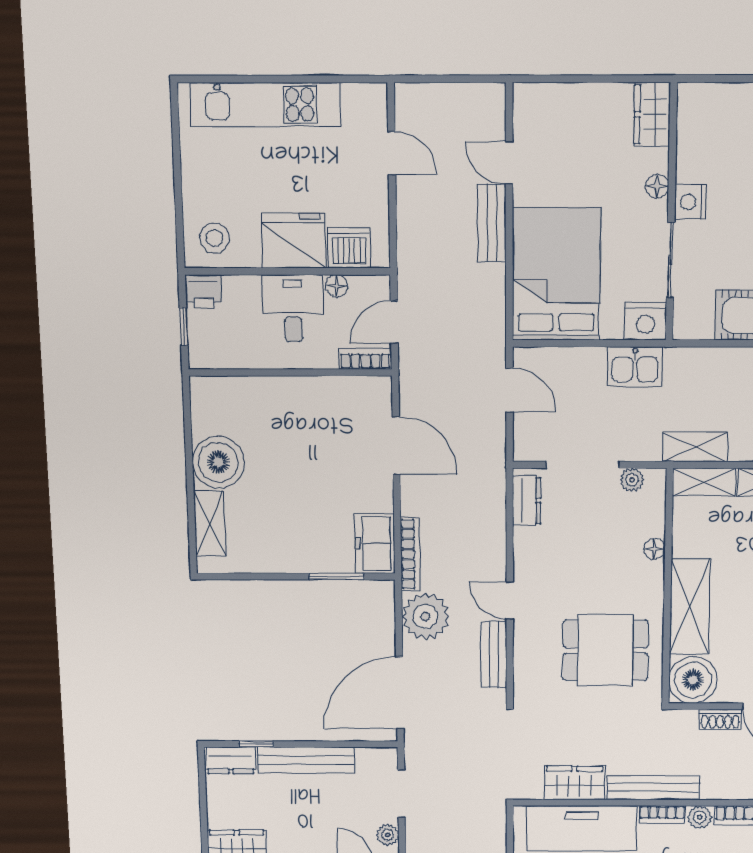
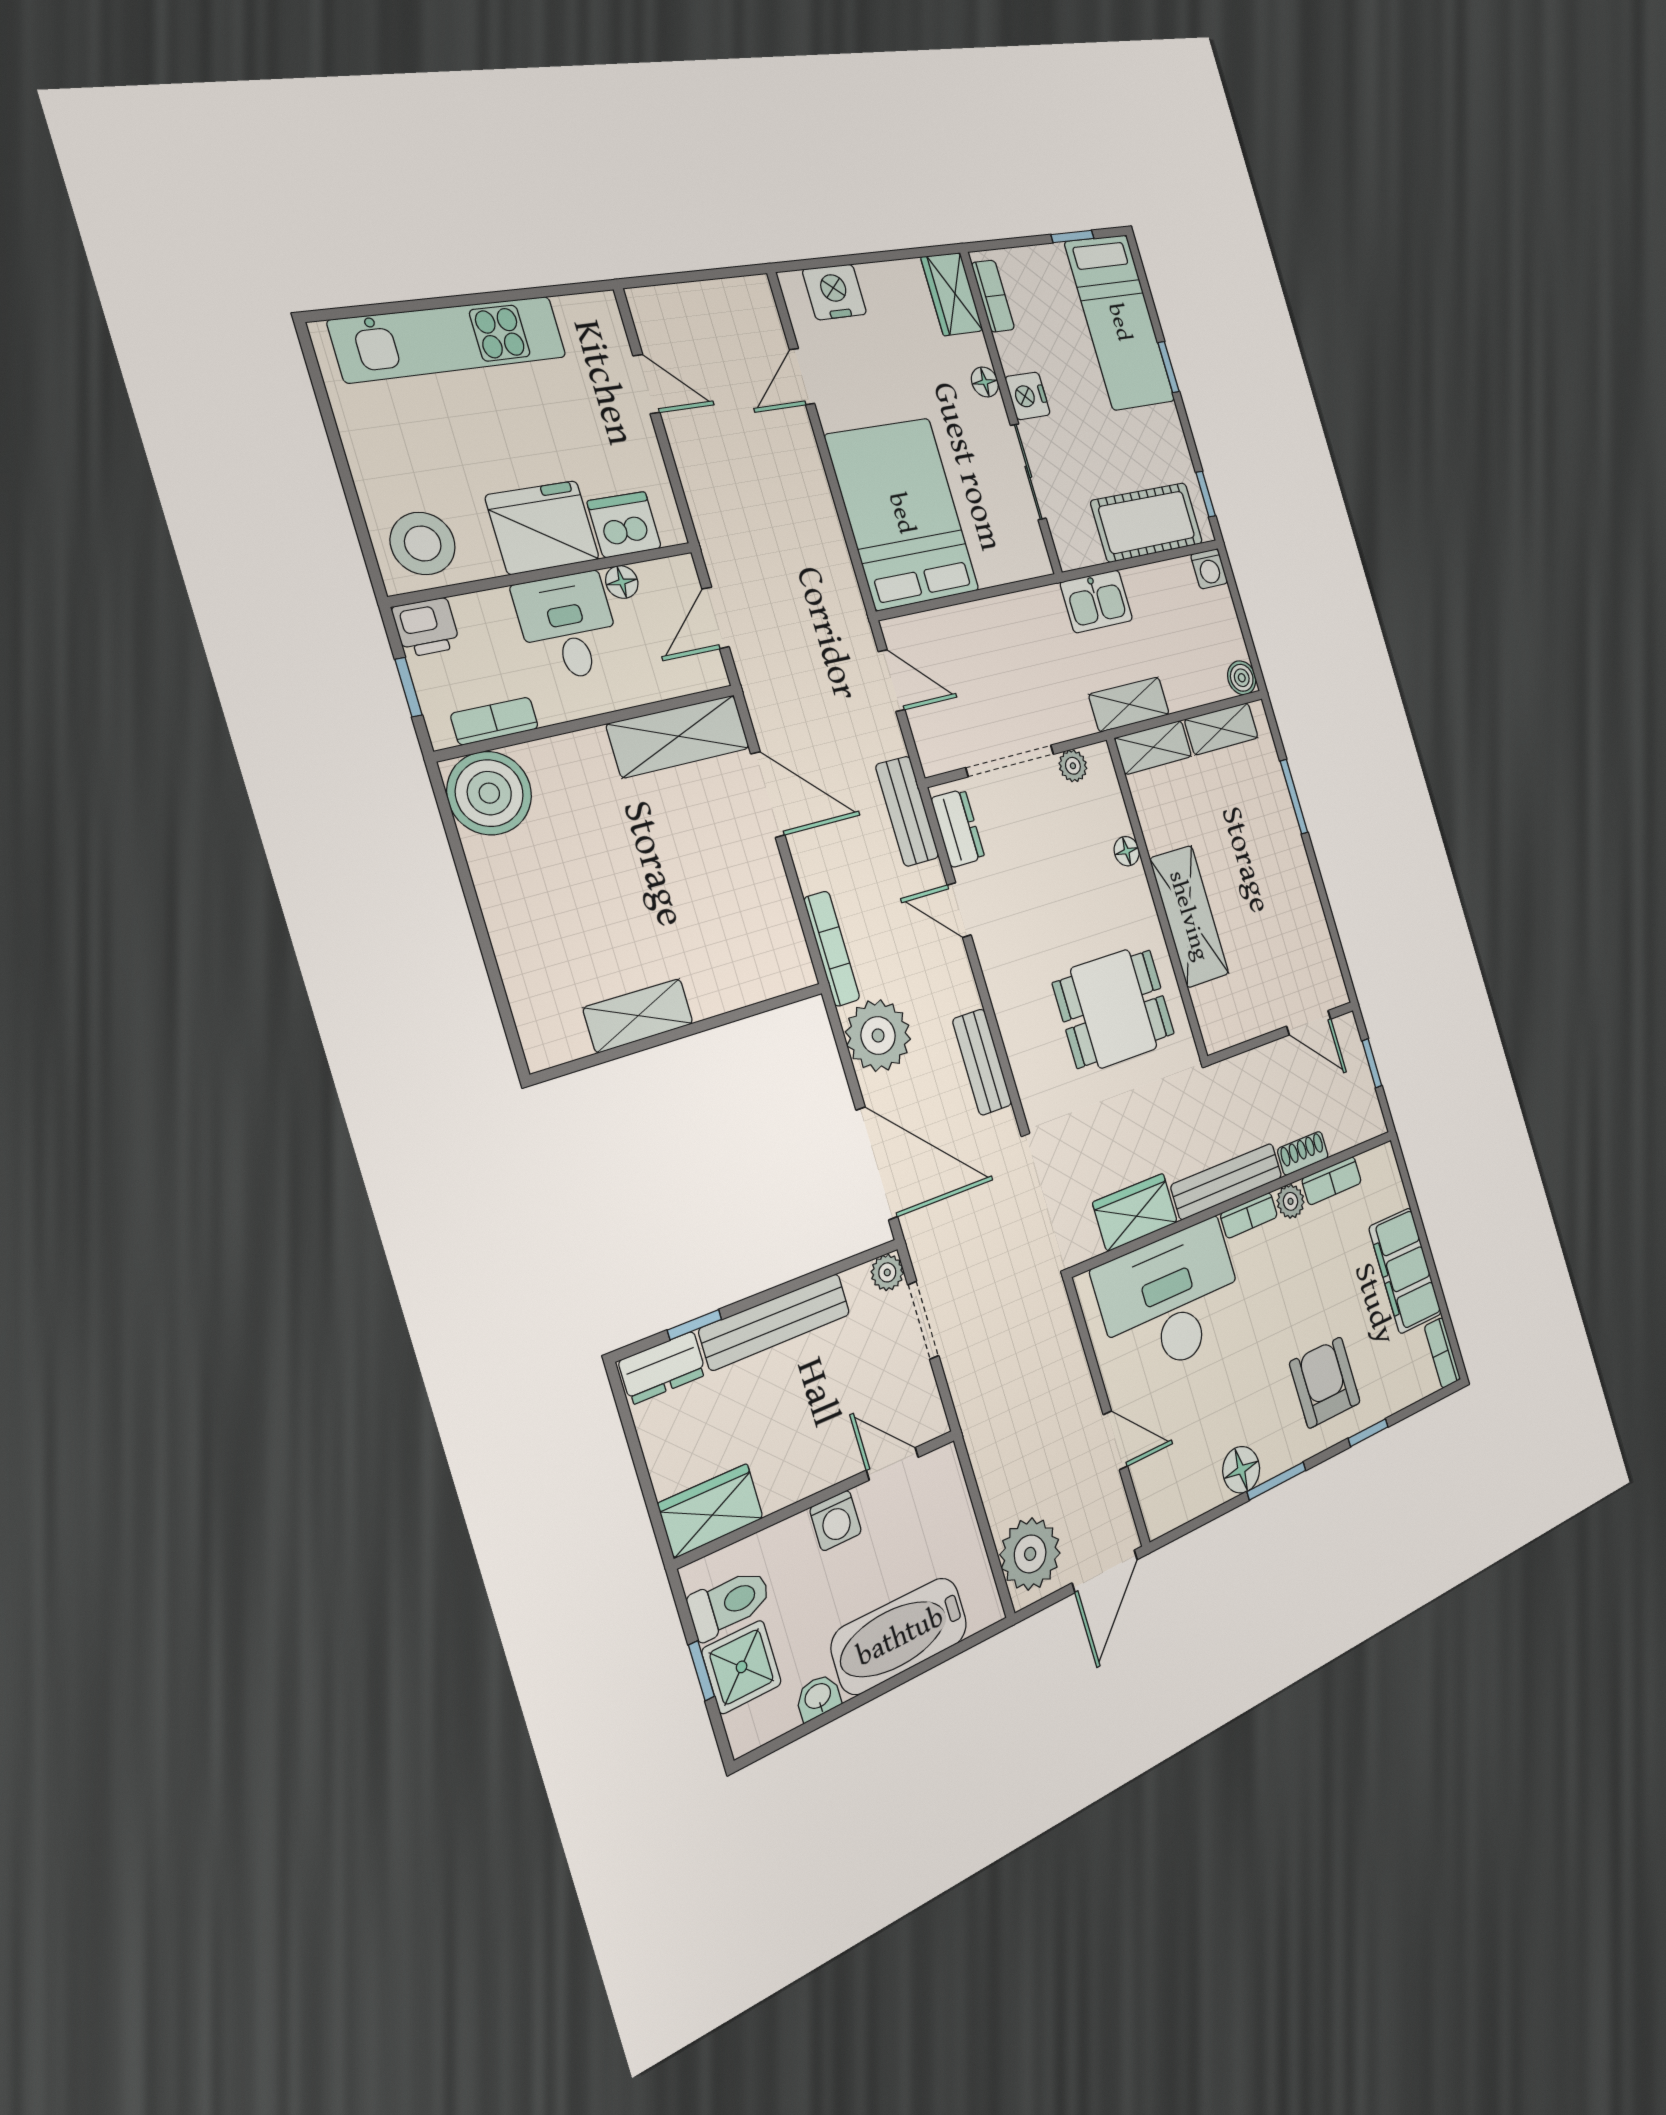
bookcase: (687, 120) -> (993, 296), added
door: (509, 163) -> (802, 377), hinge flipped
bench: (492, 223) -> (907, 811), moved
stool: (215, 238) -> (423, 543), width x1.38, depth x1.38
nightstand: (645, 321) -> (834, 292), moved, turned 180
bookcase: (366, 359) -> (495, 721), moved
kitchen sink: (635, 367) -> (1096, 601), moved
shelving: (346, 394) -> (679, 736), added
boiler: (218, 462) -> (489, 793), moved
shelving: (210, 524) -> (638, 1016), moved, turned 90
freezer: (375, 544) -> (779, 947), removed
window: (337, 576) -> (740, 1014), removed
door: (510, 600) -> (959, 910), moved
boiler: (693, 680) -> (1224, 1014), removed
door: (400, 693) -> (877, 1163), swing flipped
shoe rack: (720, 719) -> (1303, 1153), moved, turned 180
plant: (388, 835) -> (887, 1272), moved

